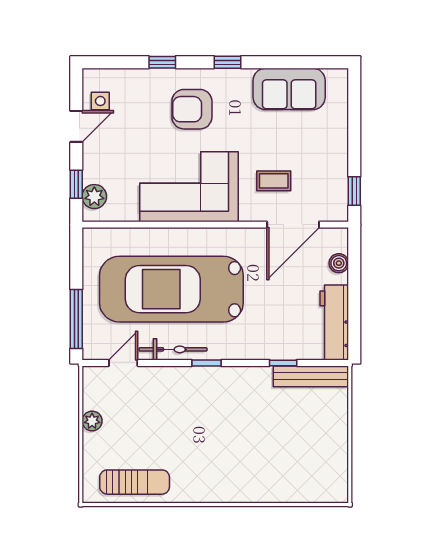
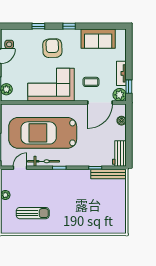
armchair: (192, 109) -> (52, 48), turned 88
tv unit: (338, 163) -> (121, 73), added
plant: (335, 208) -> (120, 95), added
workbench: (334, 322) -> (119, 153), width x0.73
sun lounger: (135, 482) -> (33, 213), moved

